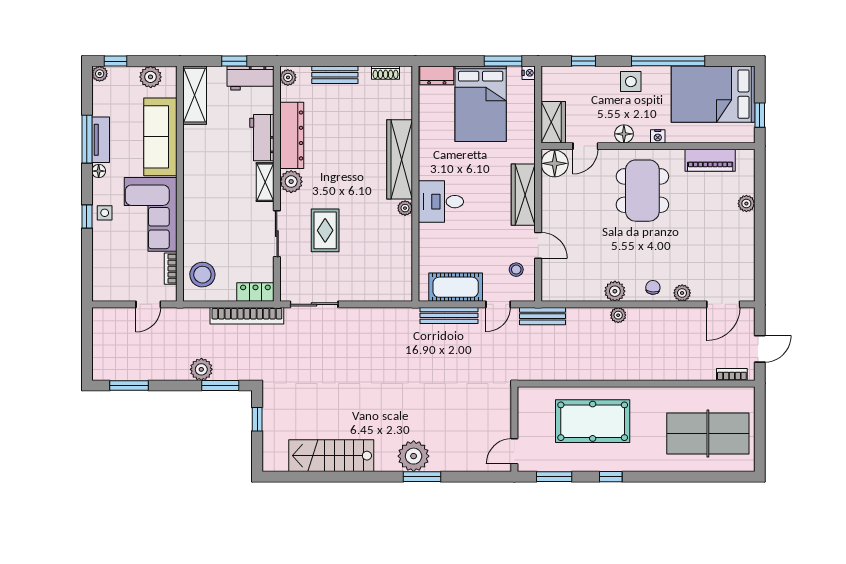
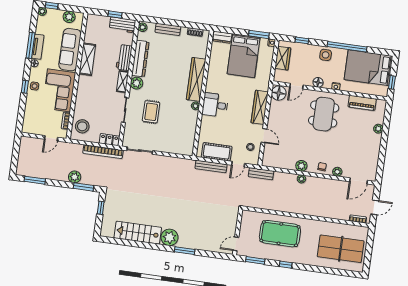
shelving: (195, 95) -> (87, 59), moved
wardrobe: (553, 122) -> (283, 58), moved
plant: (414, 456) -> (169, 237), moved

